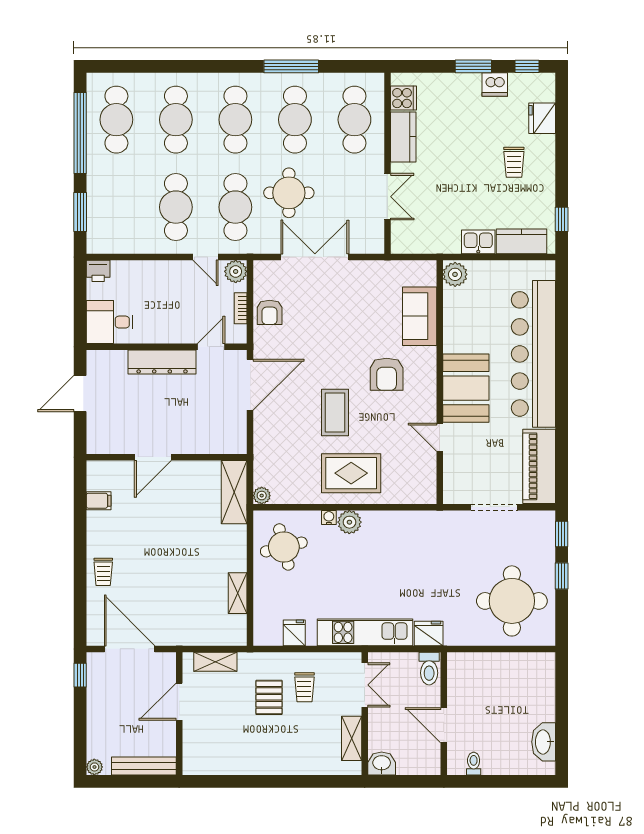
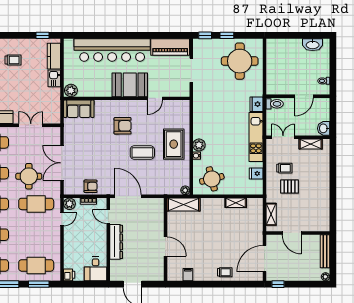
cafe table: (176, 207) -> (36, 265), moved
sofa: (420, 316) -> (79, 109), moved

